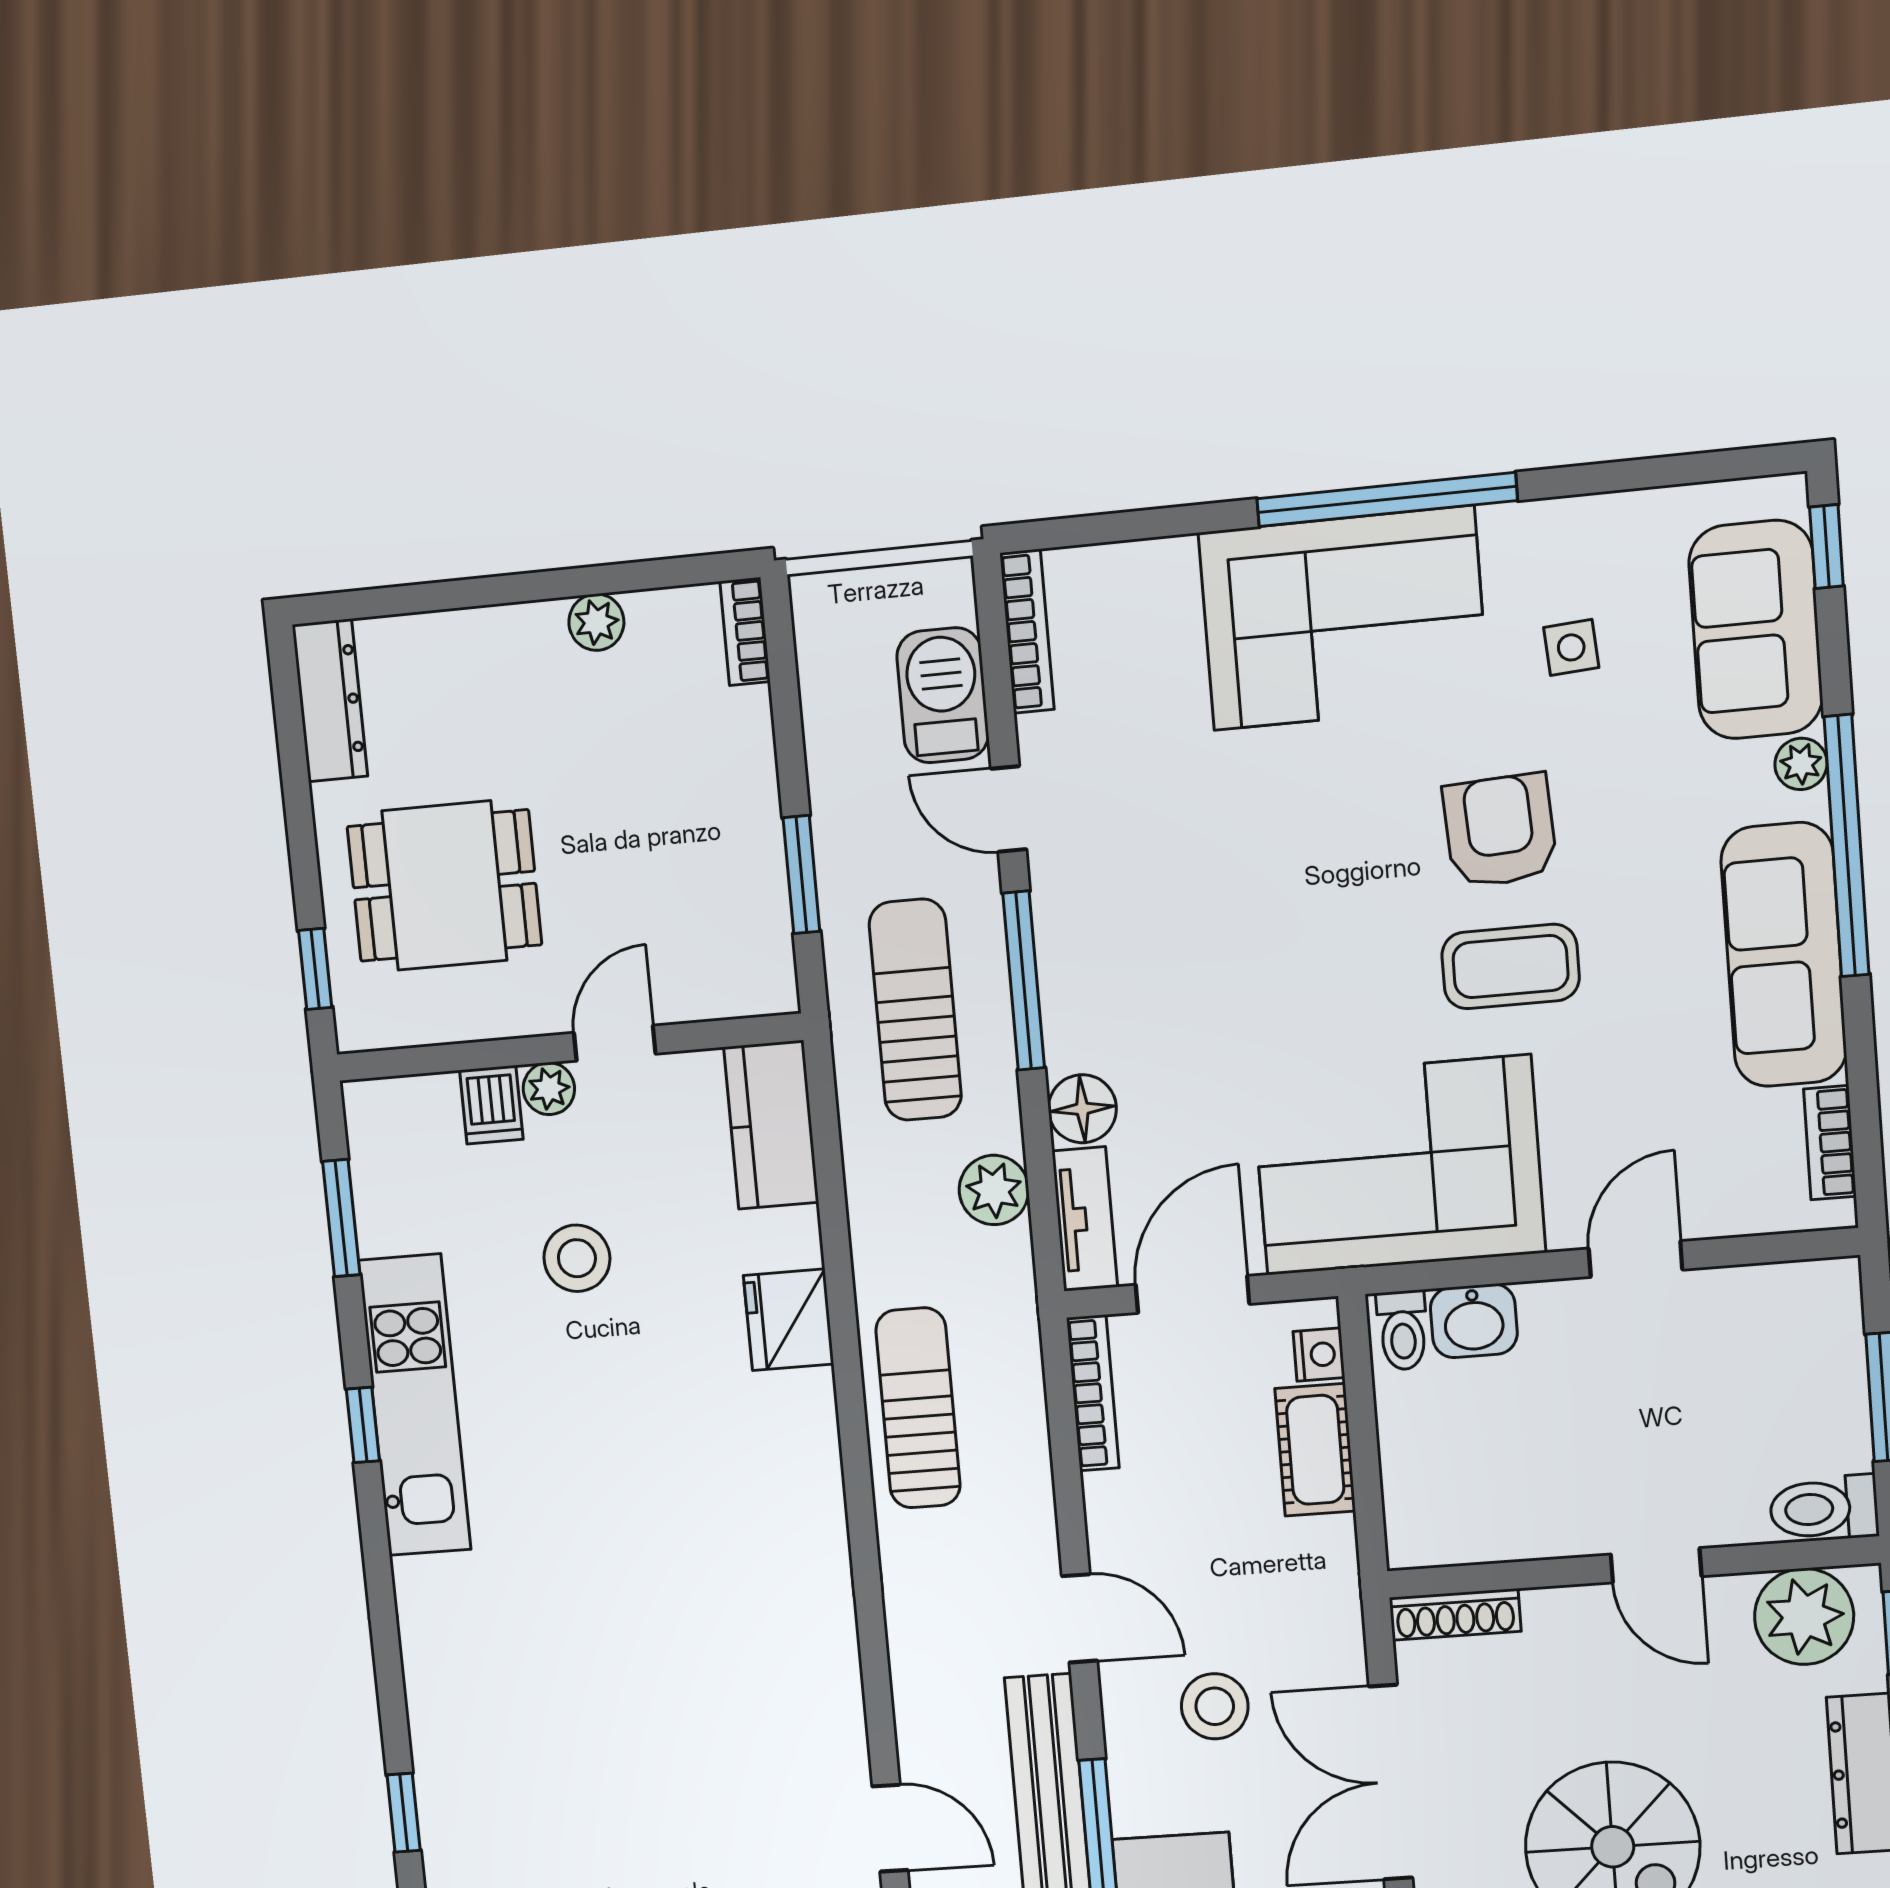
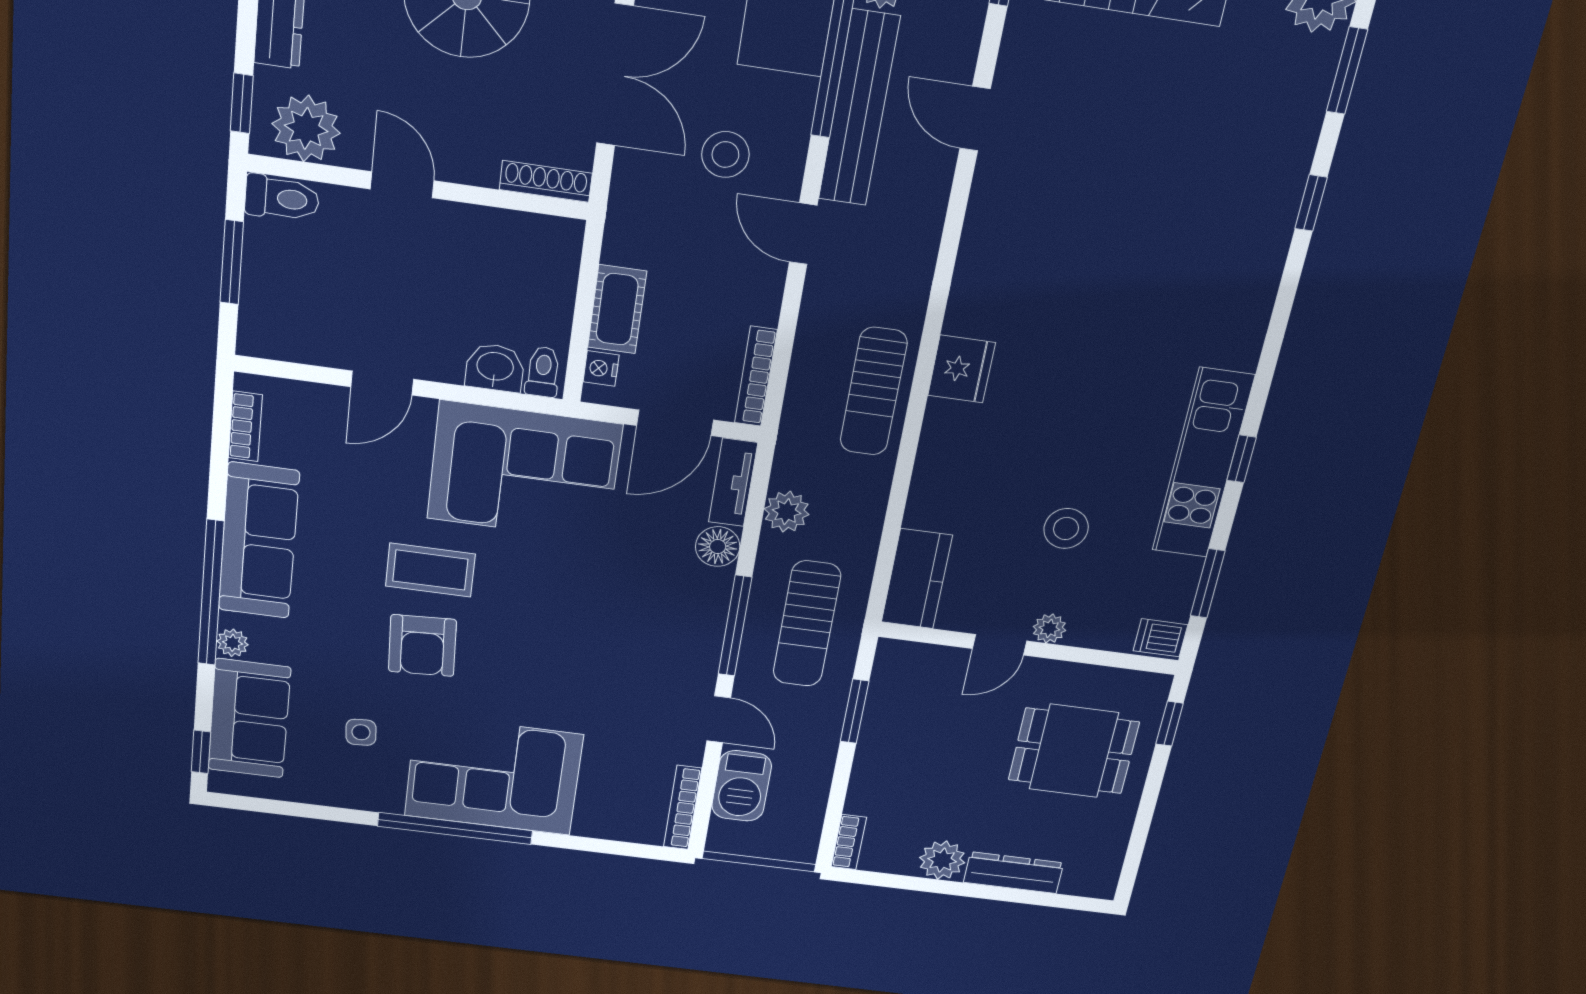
plant: (596, 622) -> (942, 860), width x1.38, depth x1.38
dresser: (330, 700) -> (1013, 873), moved, turned 90
dishwasher: (491, 1105) -> (1160, 638), moved, turned -90
fridge: (789, 1320) -> (961, 369), moved

